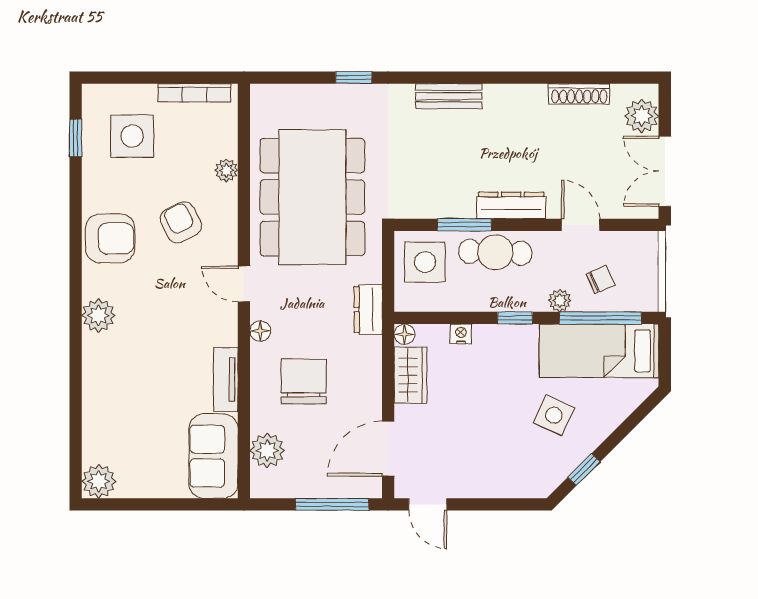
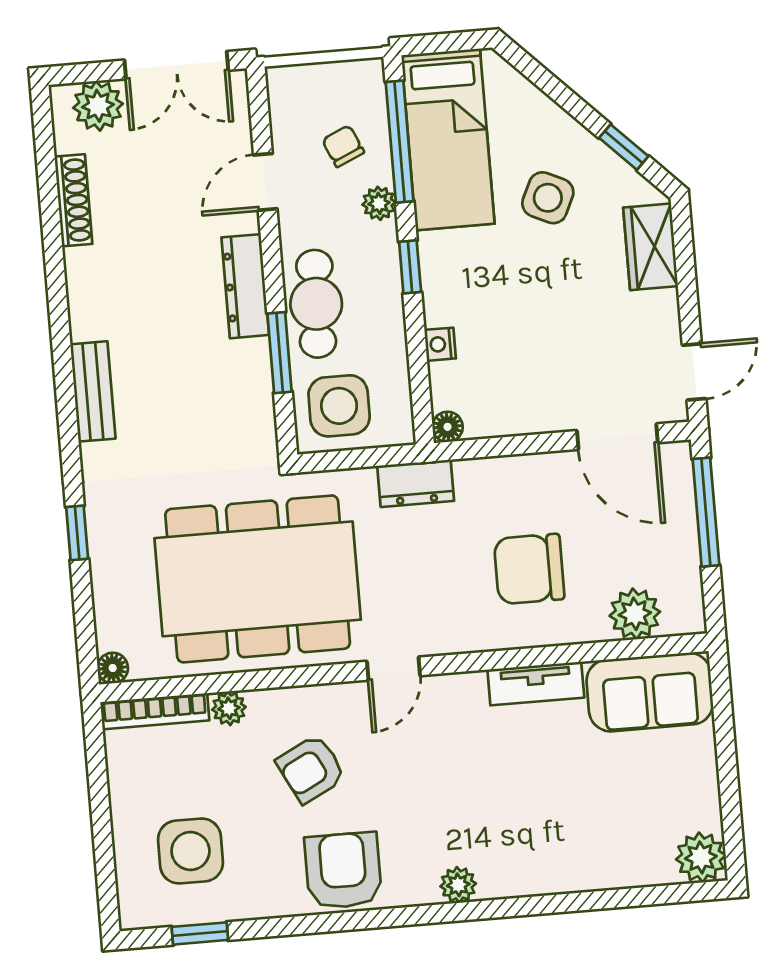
bookcase: (194, 93) -> (155, 711), moved, turned 90
plant: (98, 315) -> (458, 885), width x0.73, depth x0.73
floor lamp: (260, 331) -> (113, 668), moved
wardrobe: (411, 375) -> (651, 247), moved, turned -90

